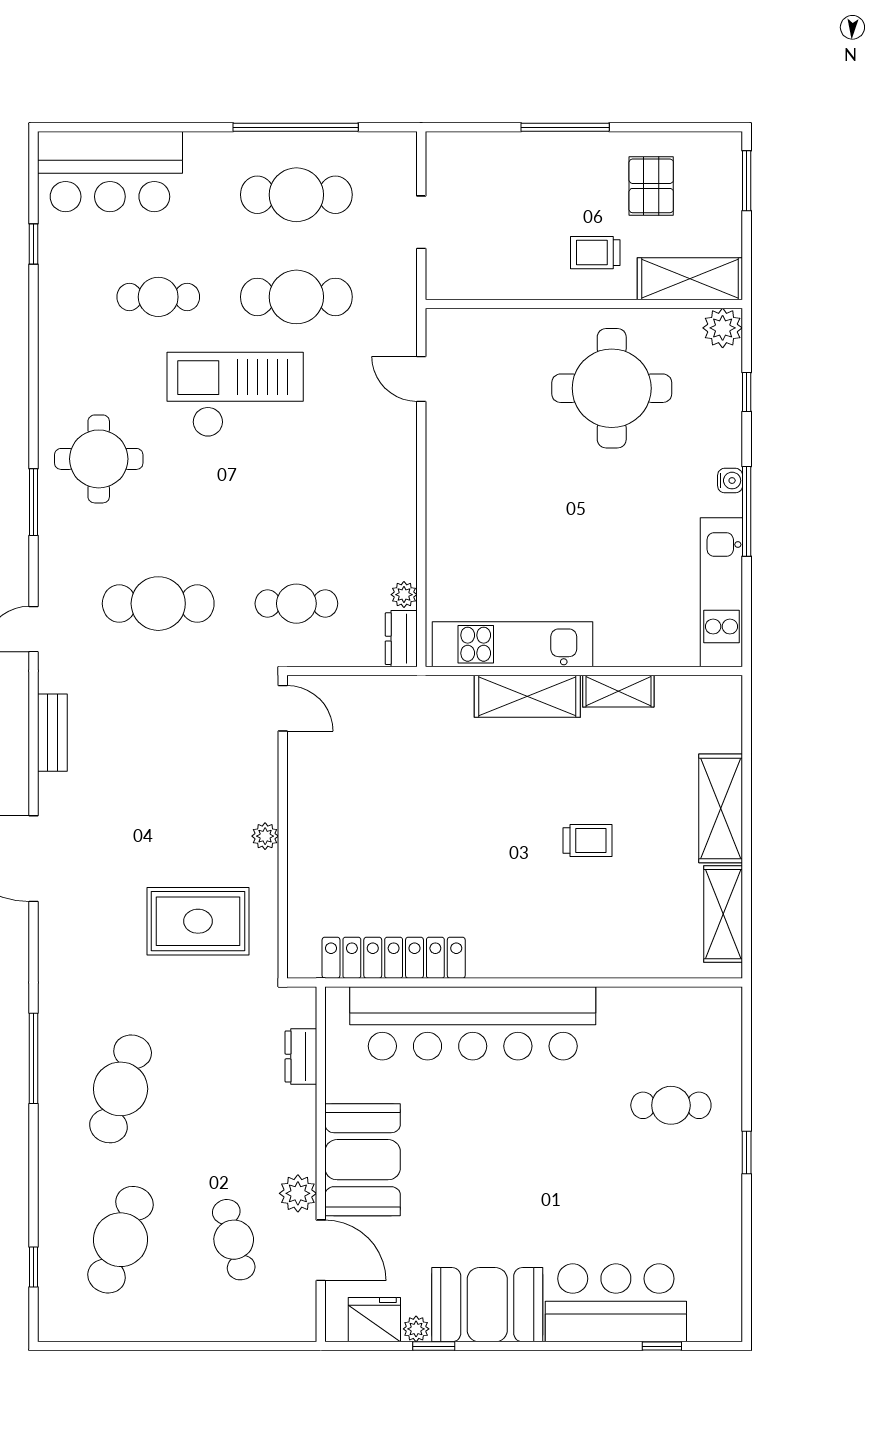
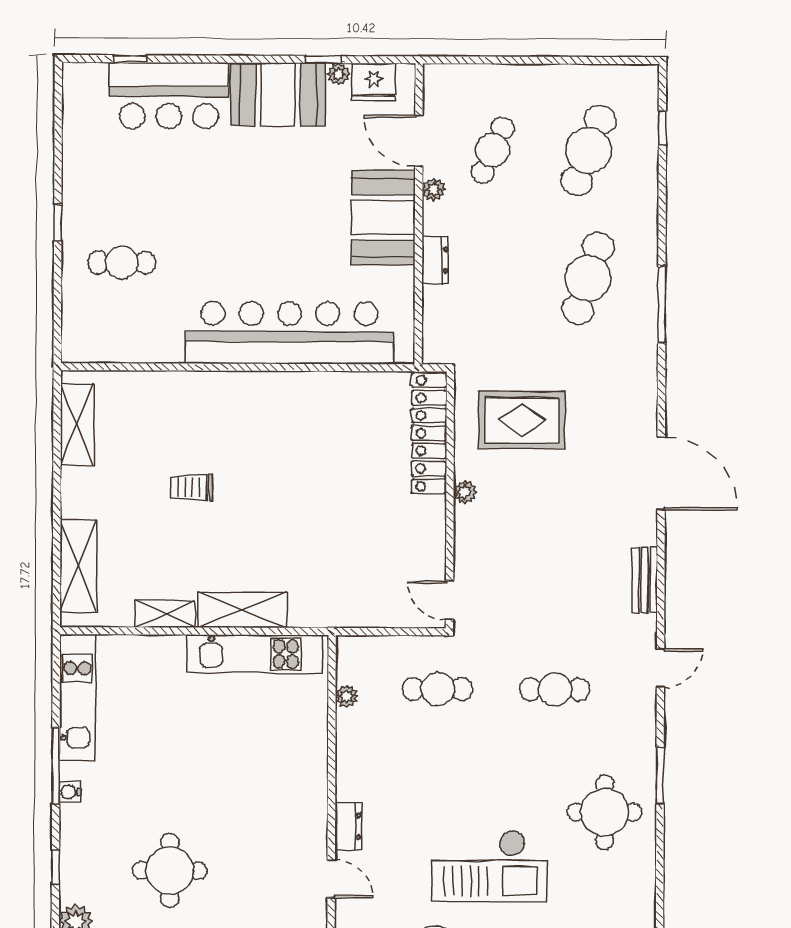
round table: (612, 388) -> (170, 870), width x0.73, depth x0.73
cafe table: (158, 604) -> (555, 689), width x0.73, depth x0.74
dresser: (401, 639) -> (348, 826), moved
shelving: (721, 808) -> (79, 565), moved
locker: (394, 958) -> (429, 433), moved, turned 90
dresser: (301, 1057) -> (435, 260), moved
plant: (298, 1193) -> (434, 189), width x0.73, depth x0.73
cafe table: (234, 1240) -> (493, 150), turned 39

